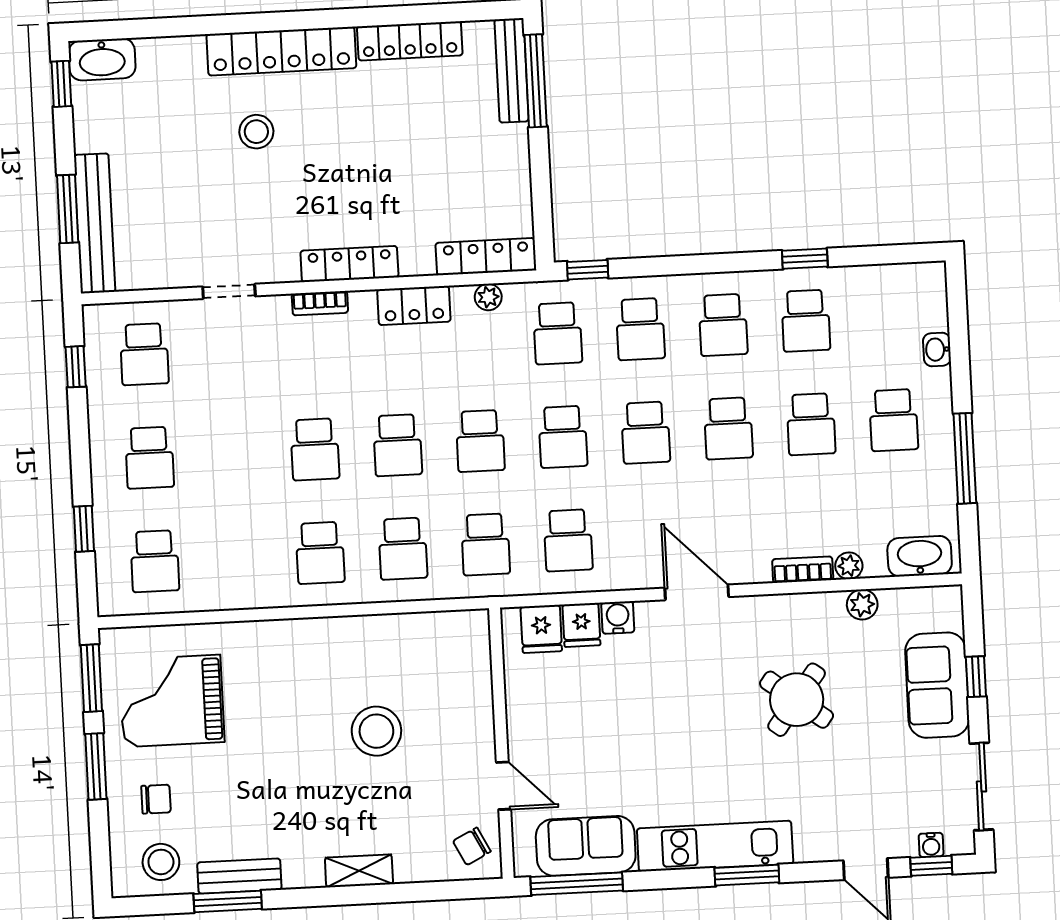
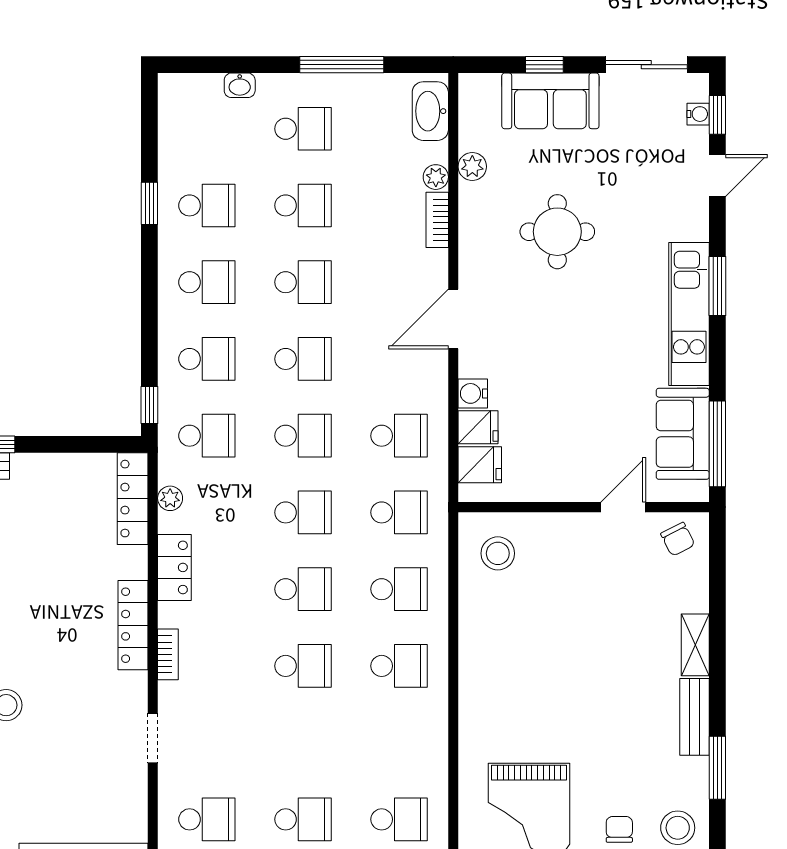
round table: (797, 700) -> (557, 232), turned -37
stool: (376, 731) -> (498, 553), moved, width x0.73, depth x0.73
bench: (239, 876) -> (694, 717), moved

